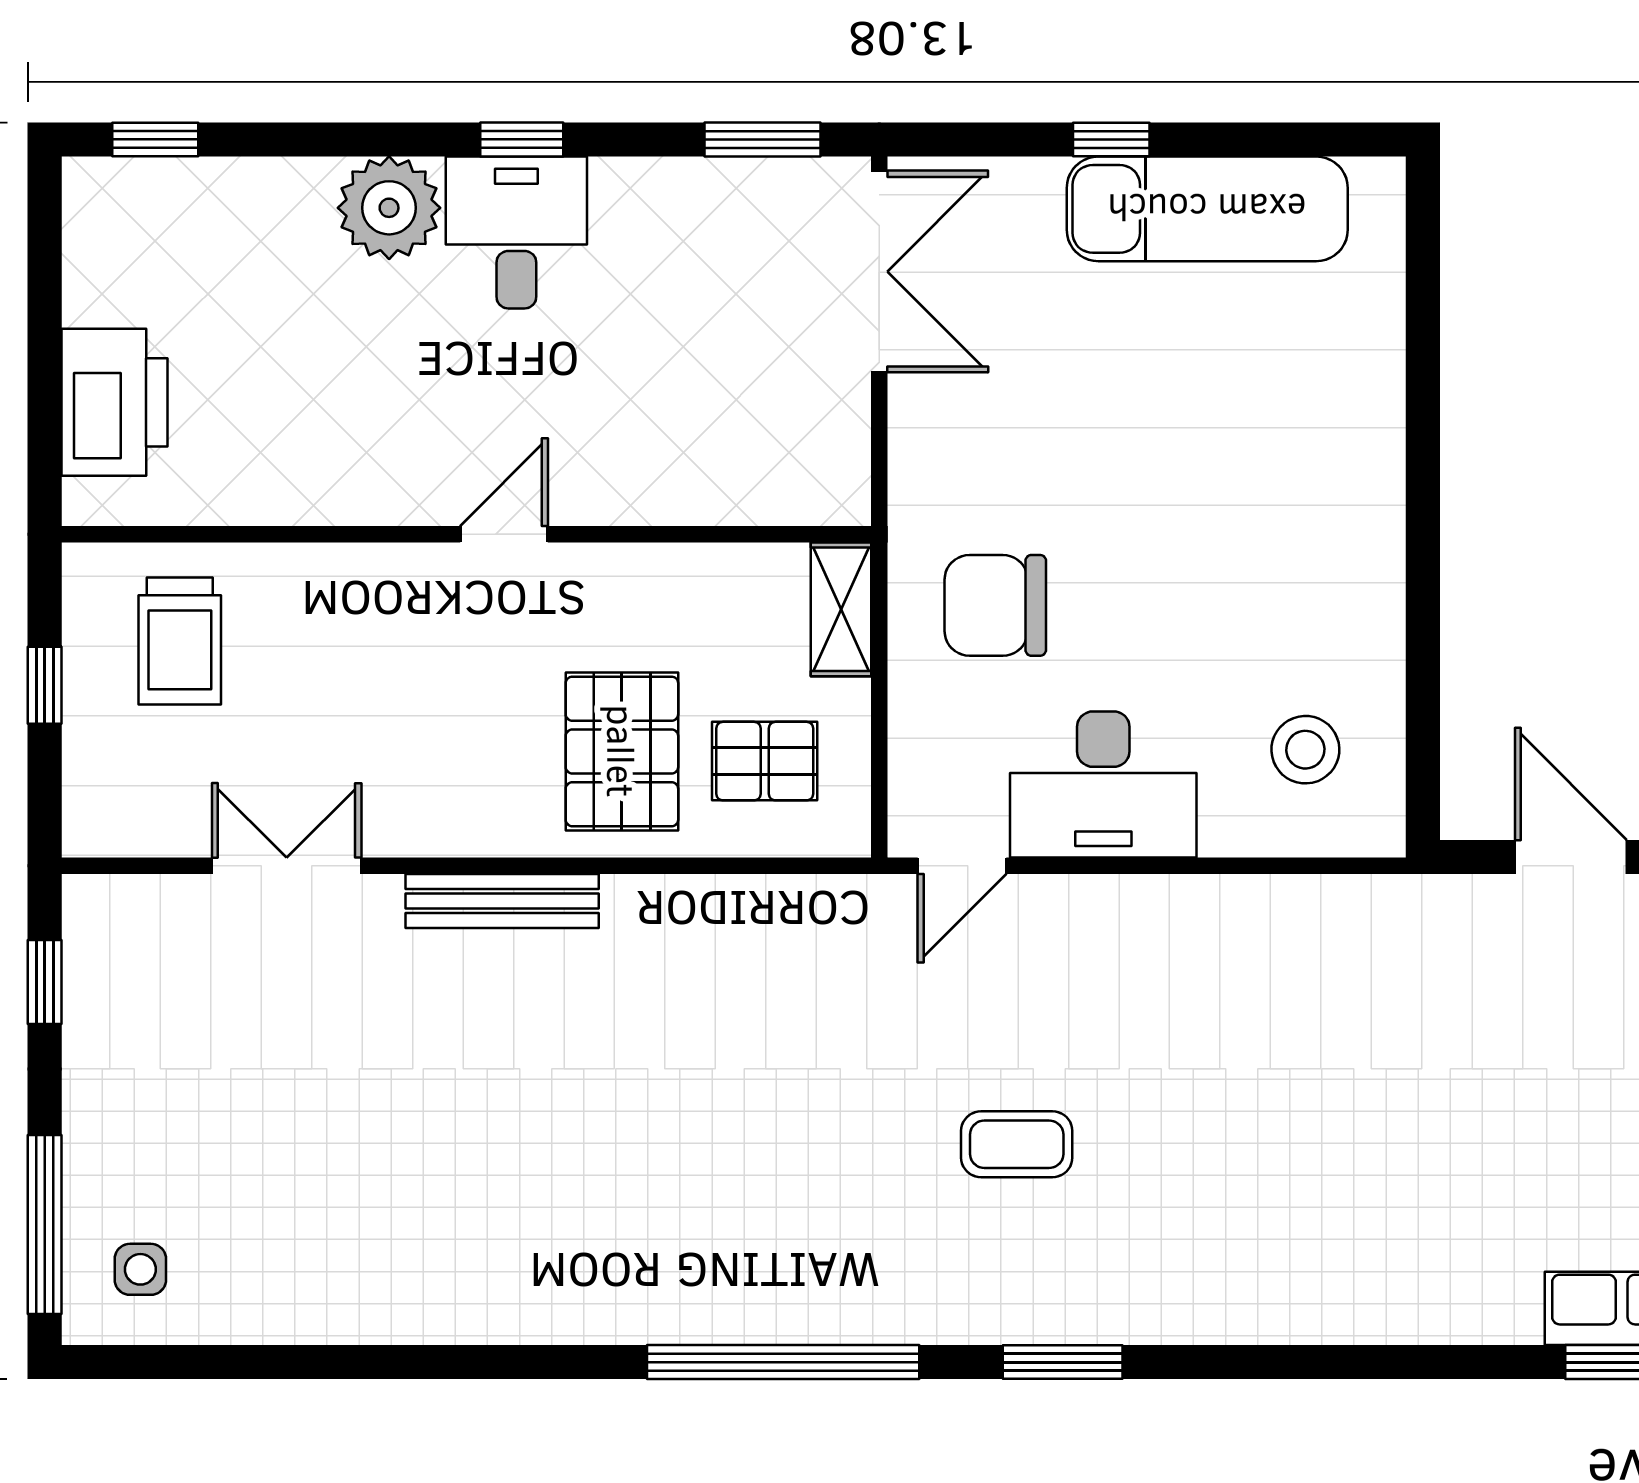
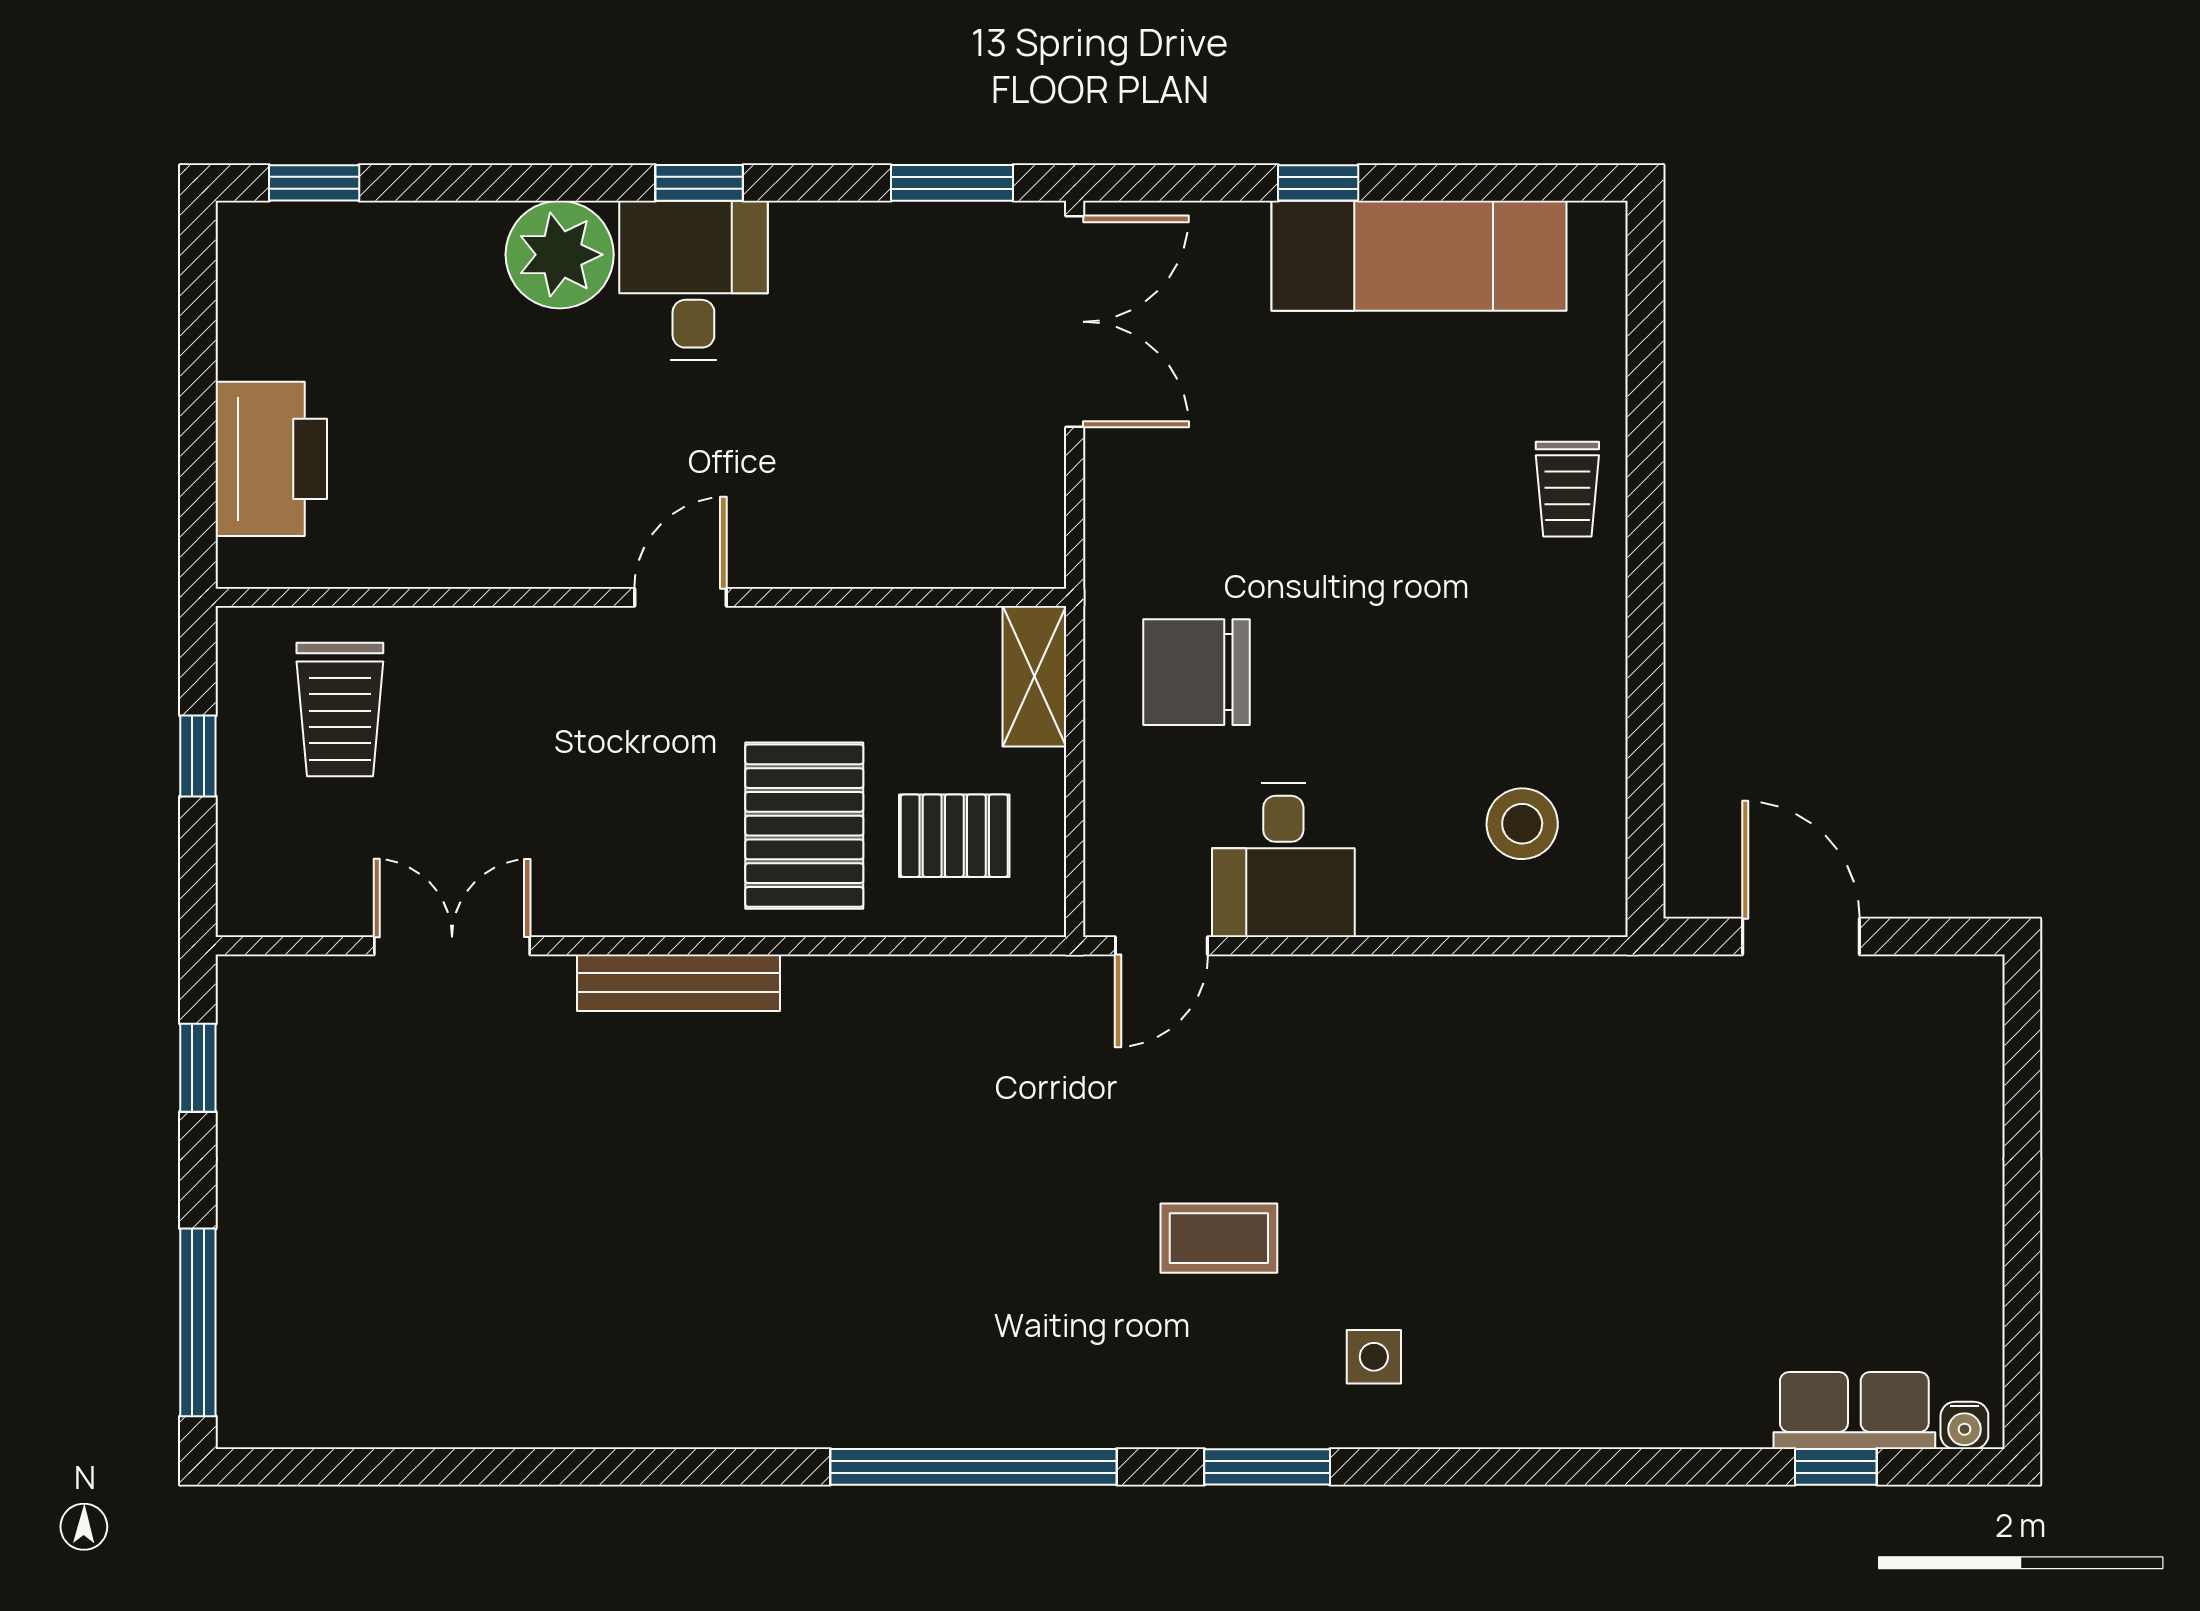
trolley: (1348, 431) -> (1567, 489), added
desk: (1103, 785) -> (1283, 860), width x0.73
side table: (140, 1269) -> (1374, 1357), moved

